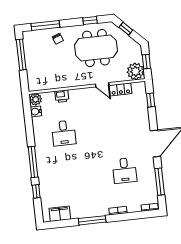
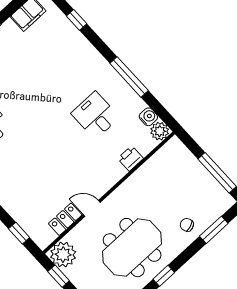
window: (45, 25) -> (214, 230), width x0.69
window: (33, 162) -> (129, 77), moved

